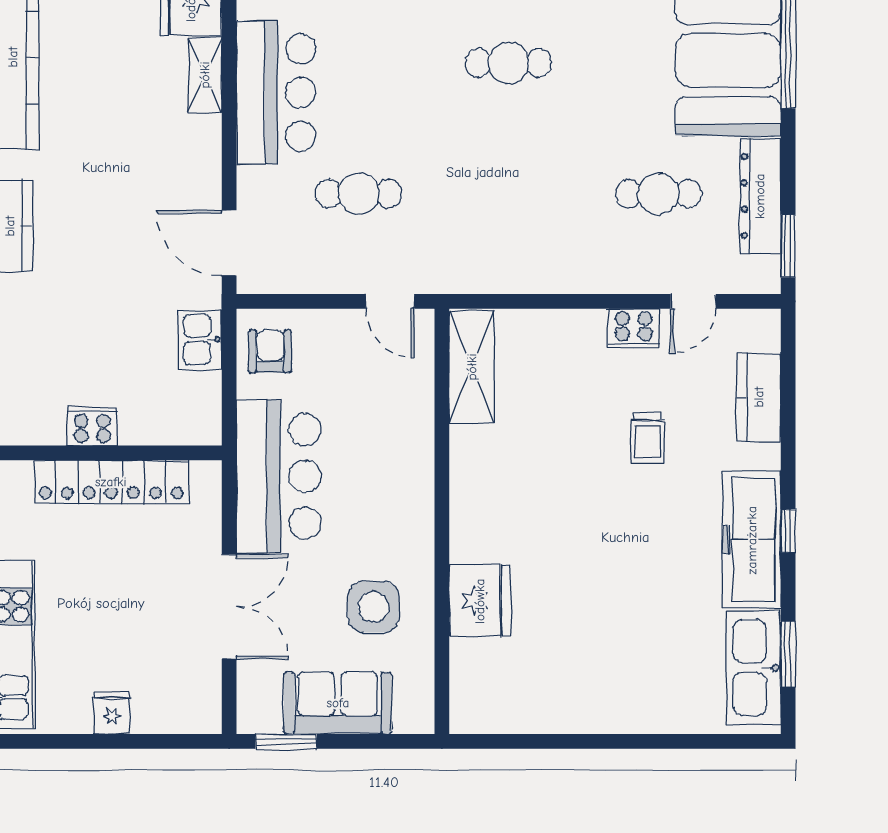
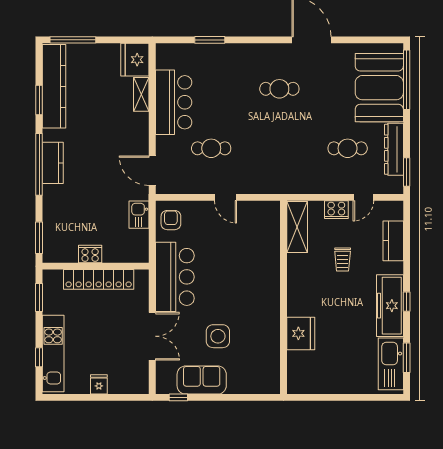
shelving: (472, 367) -> (297, 227), moved
wall: (442, 521) -> (283, 297), moved
fridge: (480, 601) -> (301, 333), moved
window: (286, 741) -> (178, 397), width x0.67

